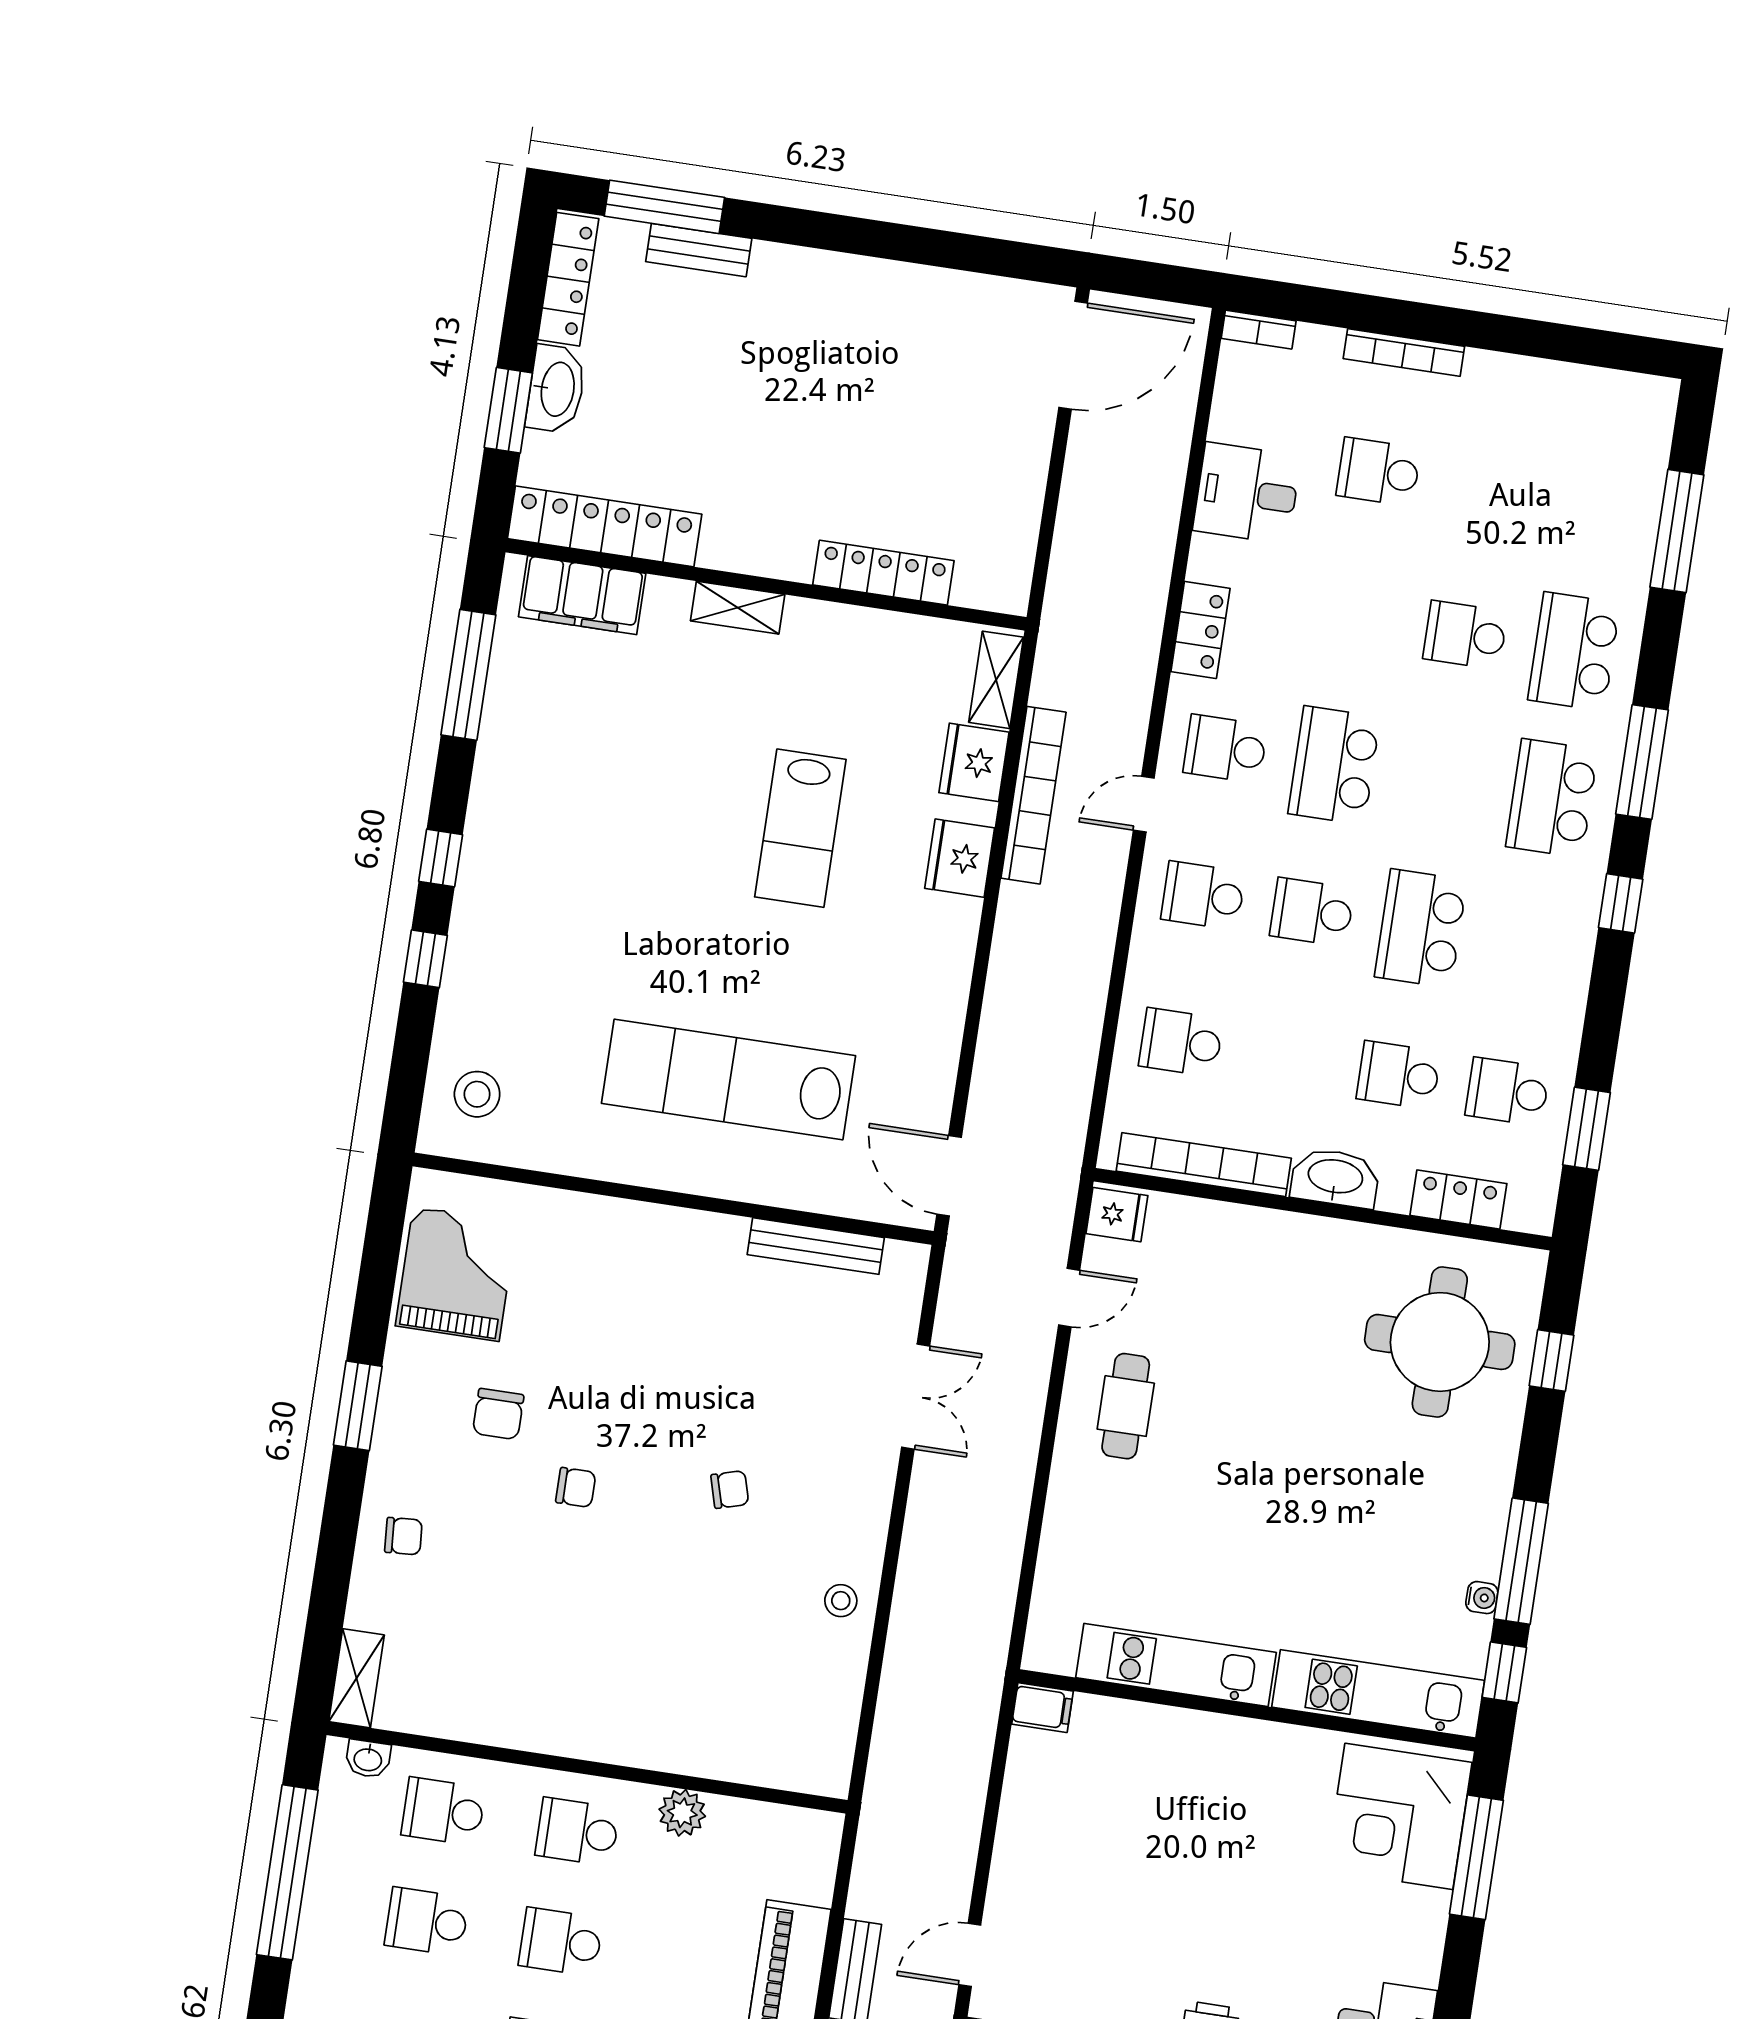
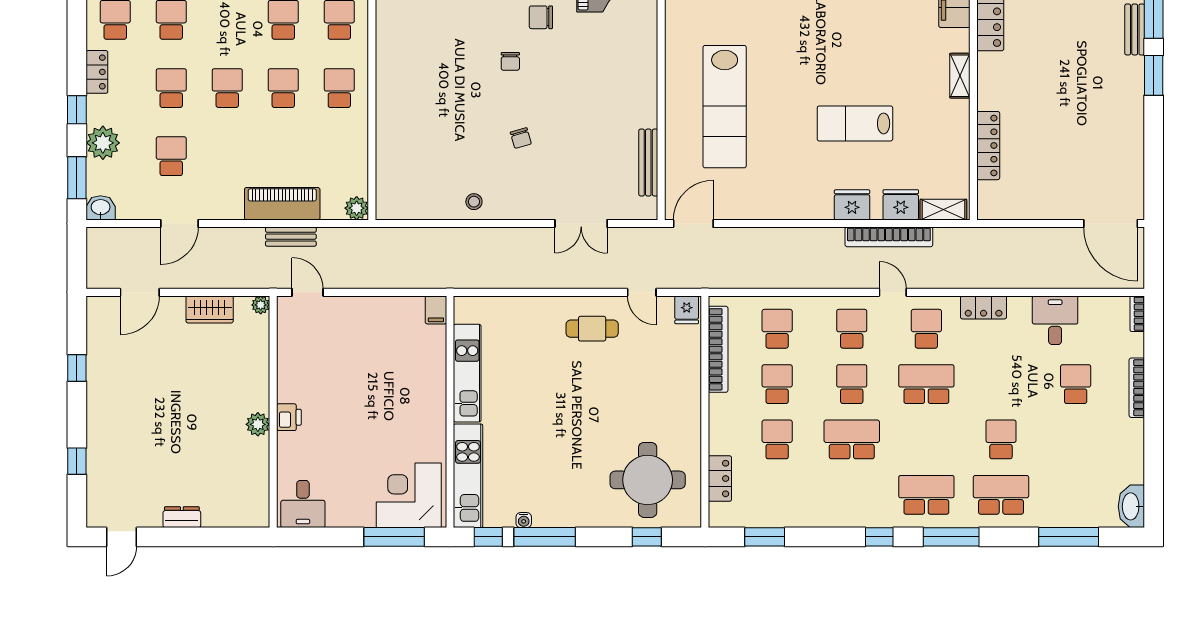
window: (795, 226) -> (1154, 75), added
lab bench: (729, 1079) -> (725, 107), turned 180
school desk: (1507, 1092) -> (777, 384), moved
washbasin: (1335, 1178) -> (1131, 506), moved, turned 180
plant: (682, 1813) -> (357, 208), moved

